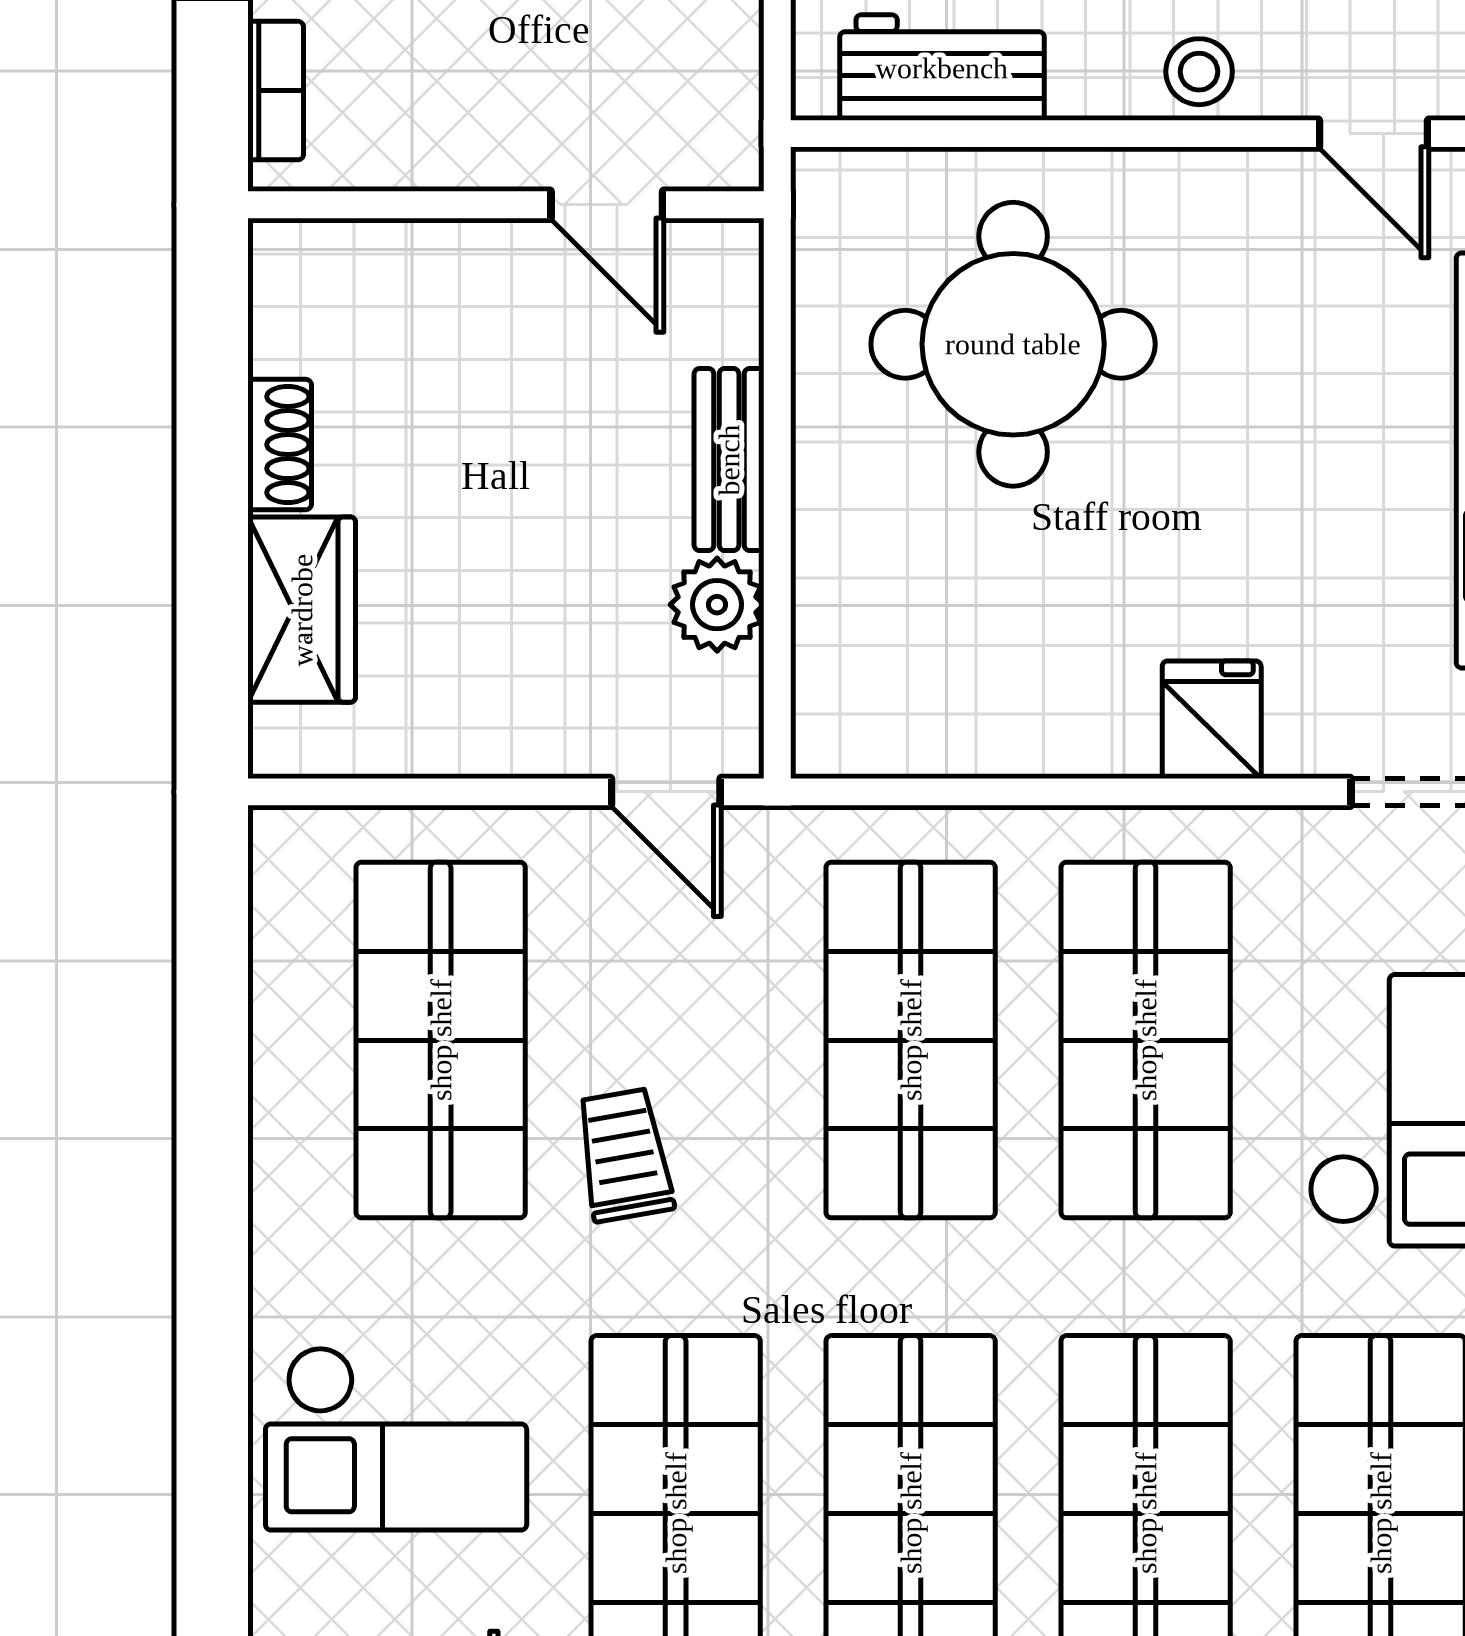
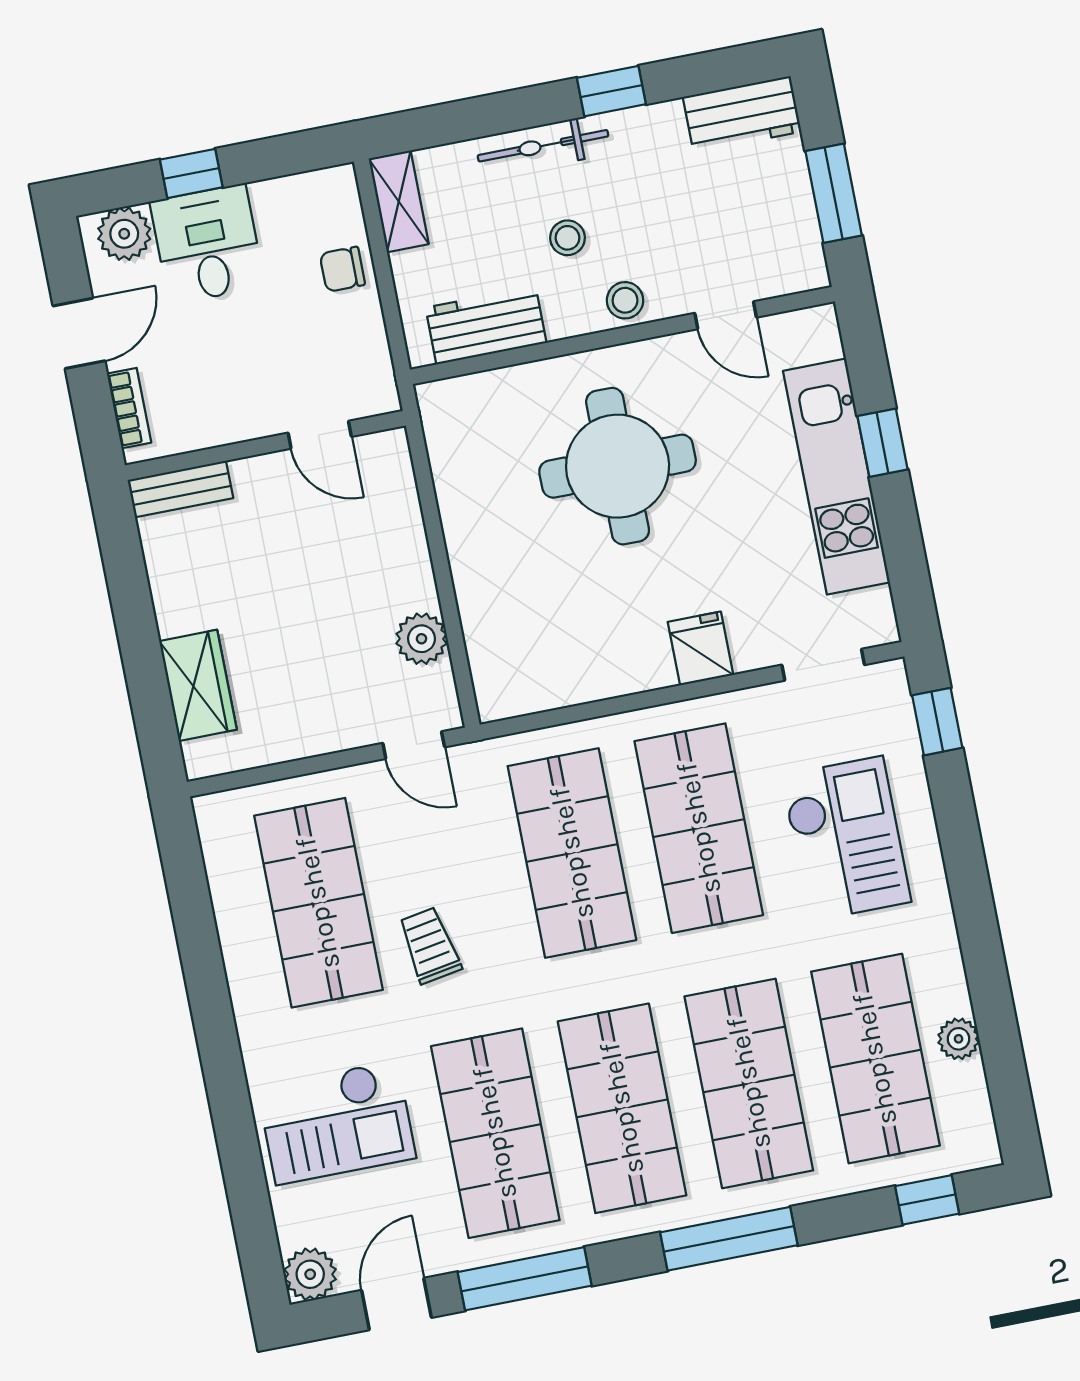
round table: (1013, 344) -> (618, 466), moved
shoe rack: (280, 445) -> (169, 599), removed
bench: (729, 460) -> (180, 489), moved, turned 90

